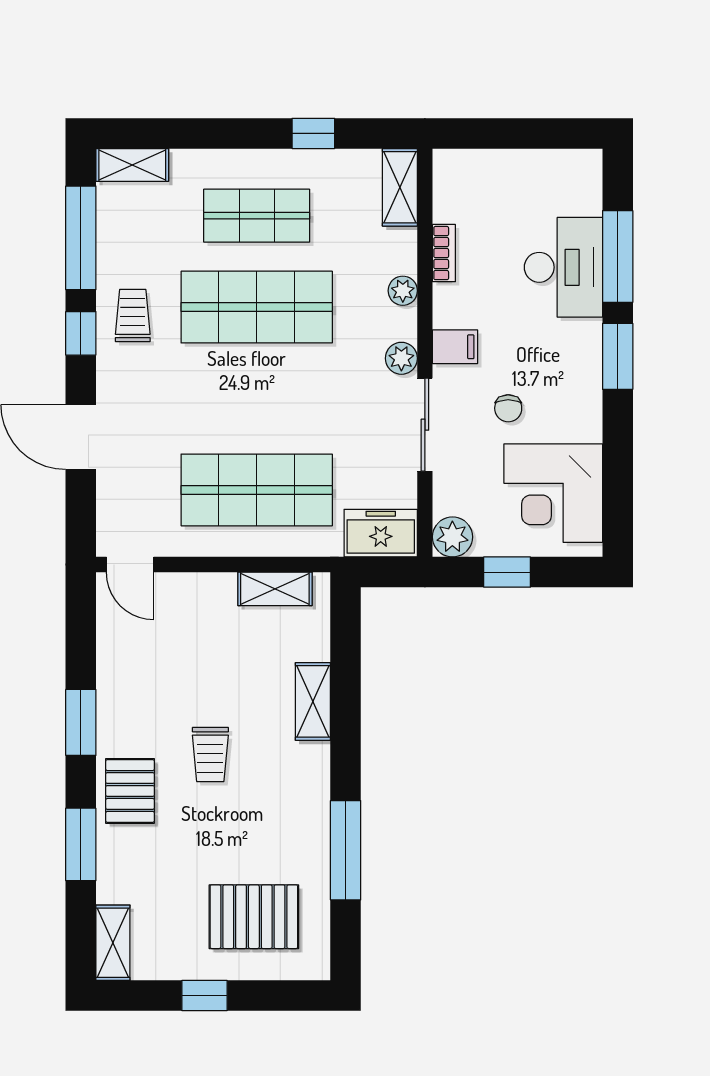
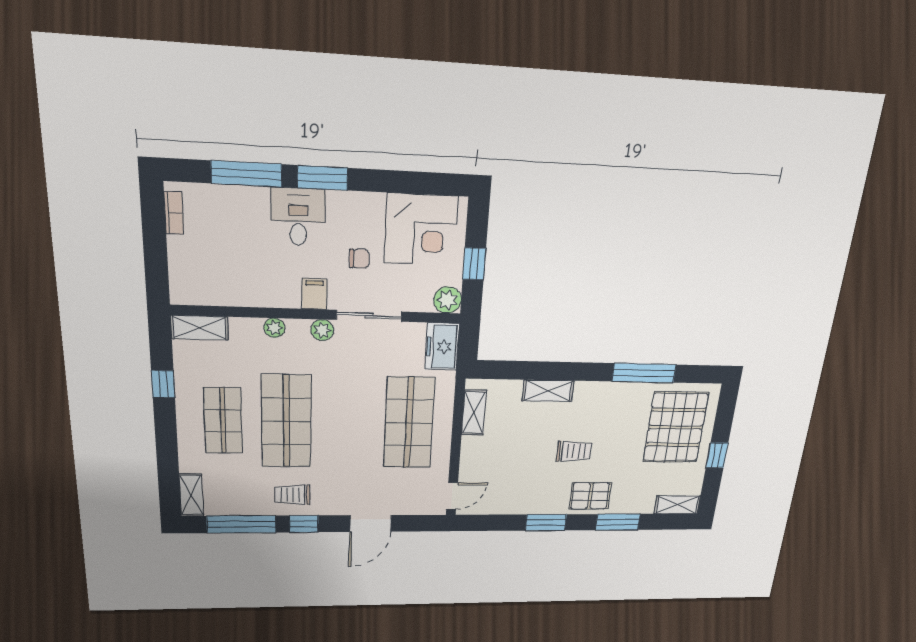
bookcase: (444, 253) -> (174, 213), moved, turned 90
desk: (563, 267) -> (298, 217), moved, width x0.73
pallet: (254, 917) -> (676, 427), width x1.37, depth x1.41

